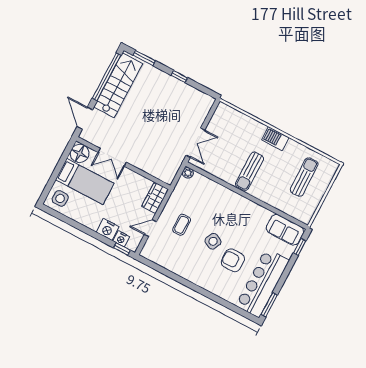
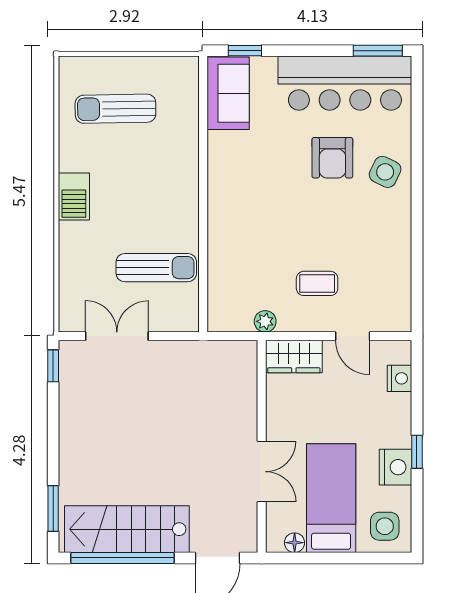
window: (179, 76) -> (53, 366), moved
double door: (195, 143) -> (117, 336), moved
floor lamp: (80, 153) -> (295, 543), width x0.53, depth x0.53
sun lounger: (250, 171) -> (156, 268), moved
plant: (188, 173) -> (265, 321), moved
nightstand: (108, 229) -> (395, 467), moved
side table: (213, 241) -> (385, 172), moved
window: (122, 249) -> (417, 452), moved

